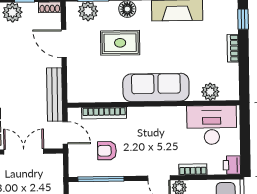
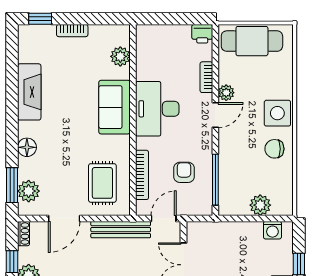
rug: (120, 43) -> (102, 183), moved
sofa: (156, 87) -> (115, 107), width x0.73
desk: (212, 125) -> (157, 109), moved
armchair: (107, 151) -> (184, 172), turned 180

